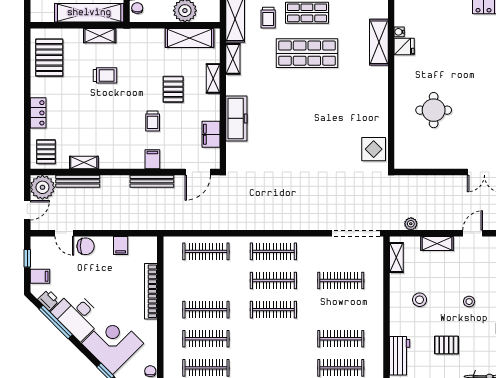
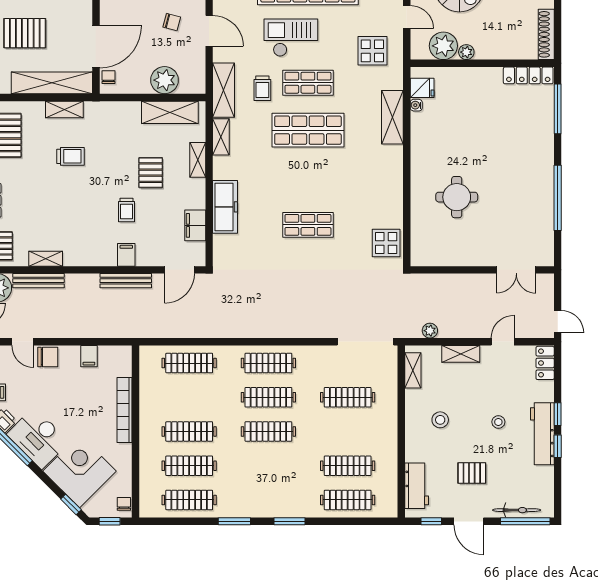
fridge: (404, 47) -> (422, 88), moved
shop shelf: (307, 134) -> (308, 225), added

